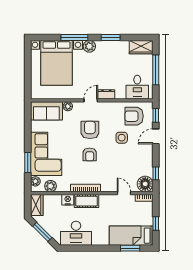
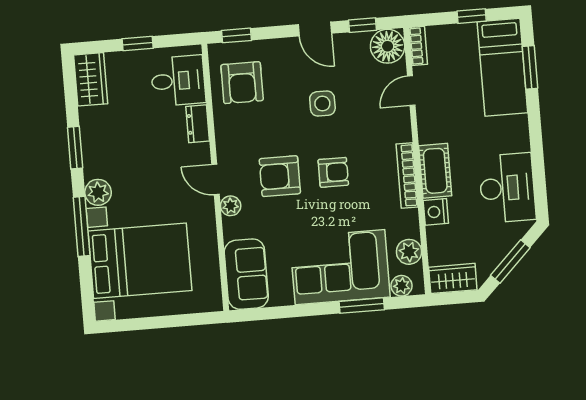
window: (156, 70) -> (138, 44), width x0.46
dresser: (106, 94) -> (198, 124), moved
plant: (68, 106) -> (231, 206), moved
door: (156, 136) -> (315, 29), moved
side table: (122, 138) -> (322, 104), moved

